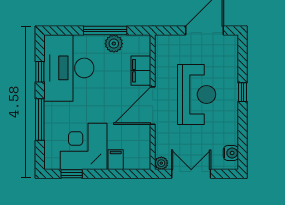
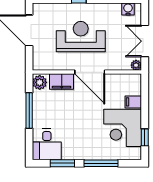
plant: (114, 44) -> (40, 82), moved
desk: (69, 68) -> (47, 144), width x0.53, depth x0.77
window: (40, 72) -> (62, 163), width x1.50

